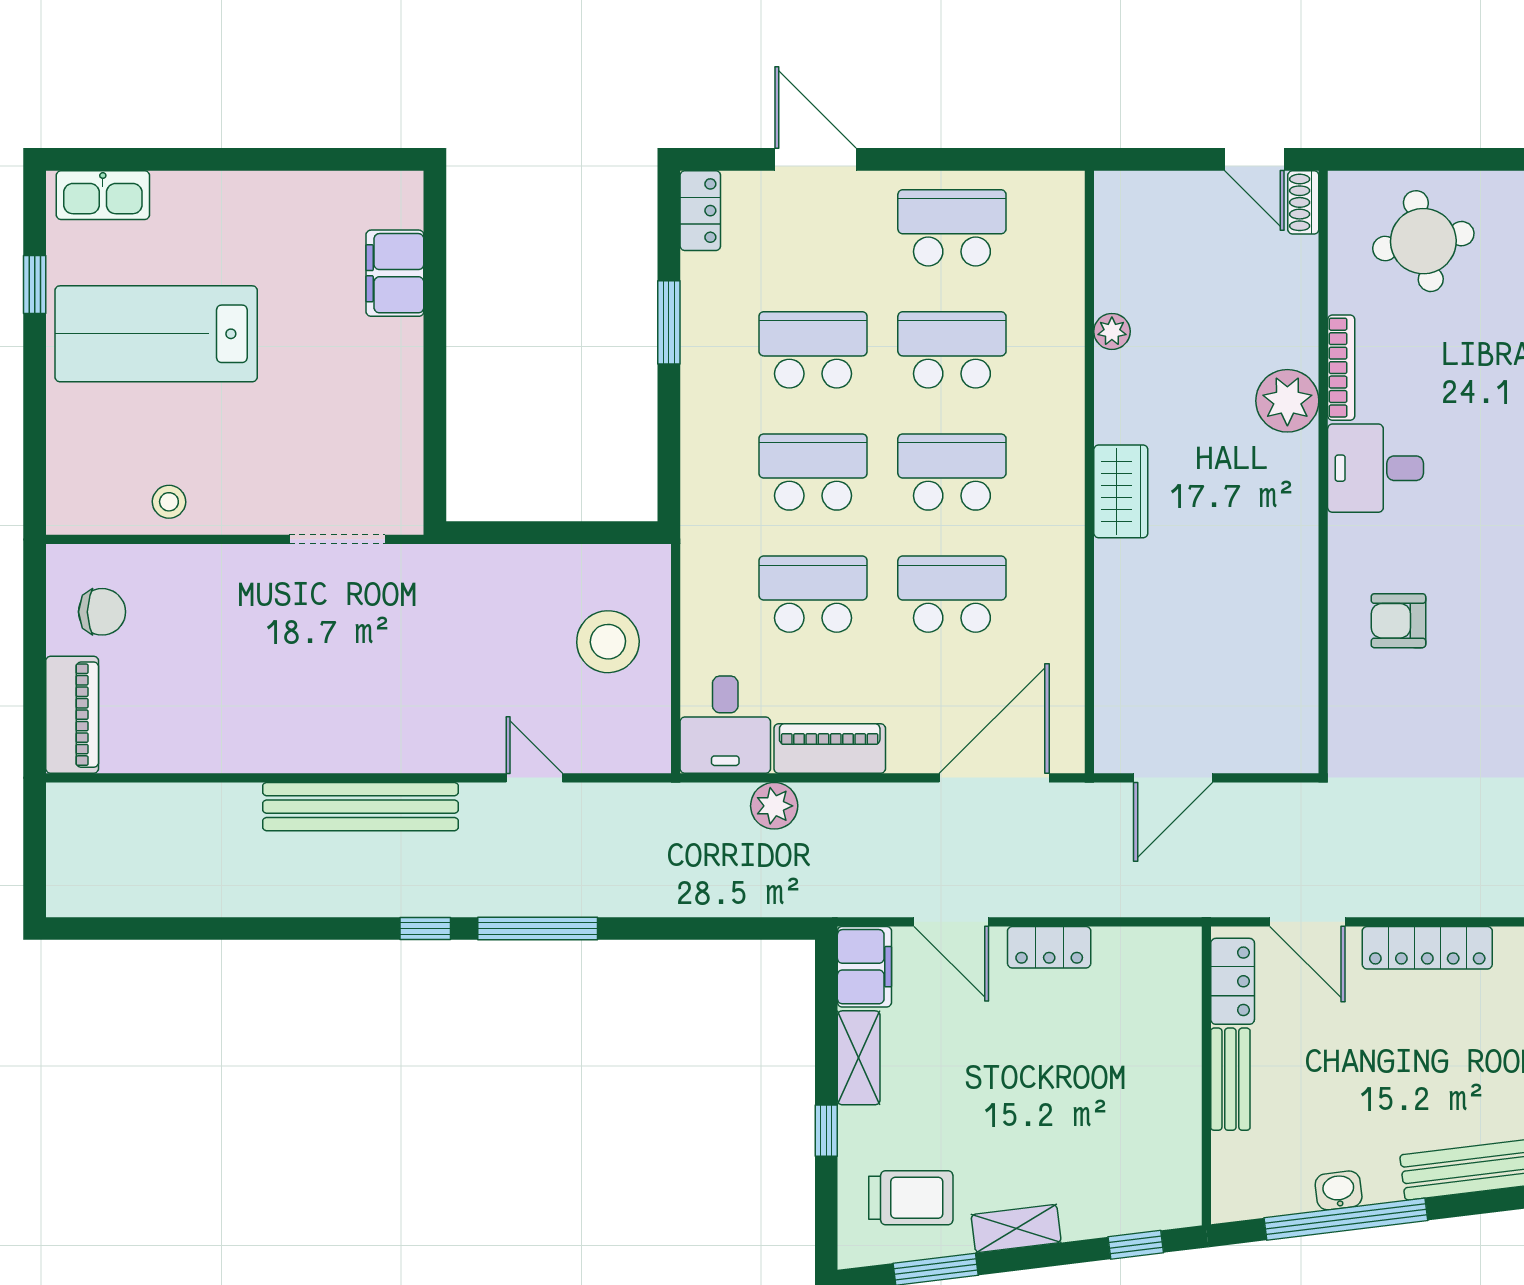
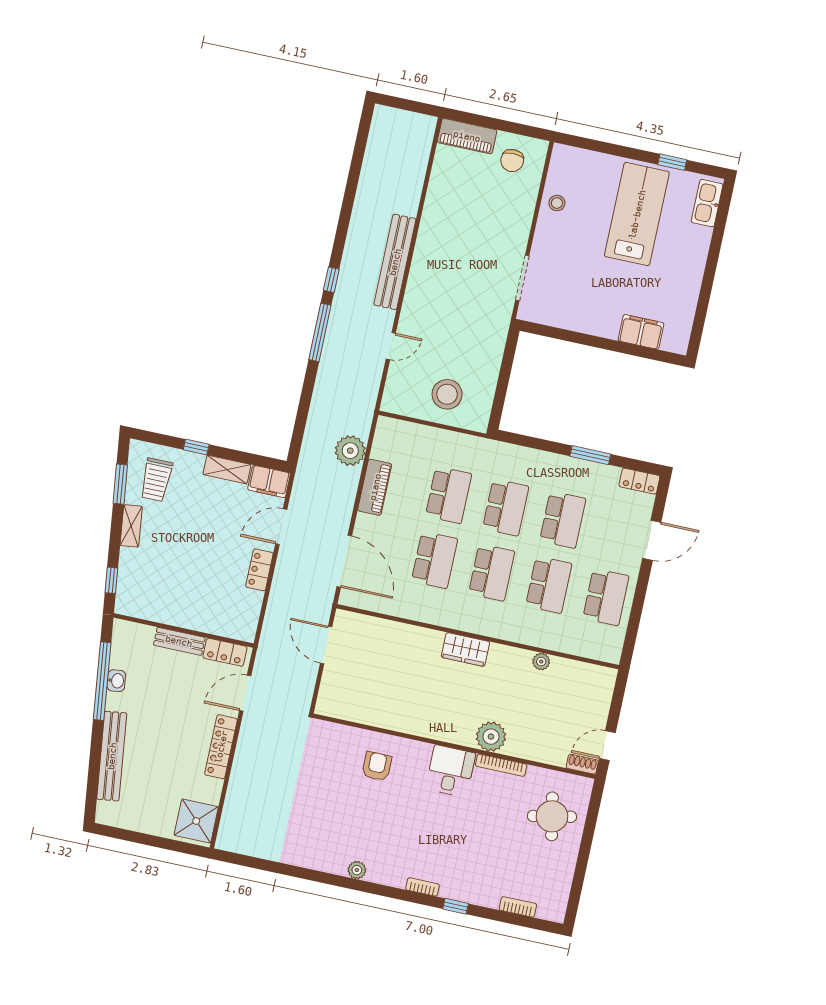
desk: (725, 725) -> (396, 441), removed
plant: (774, 806) -> (350, 451), width x1.36, depth x1.36

